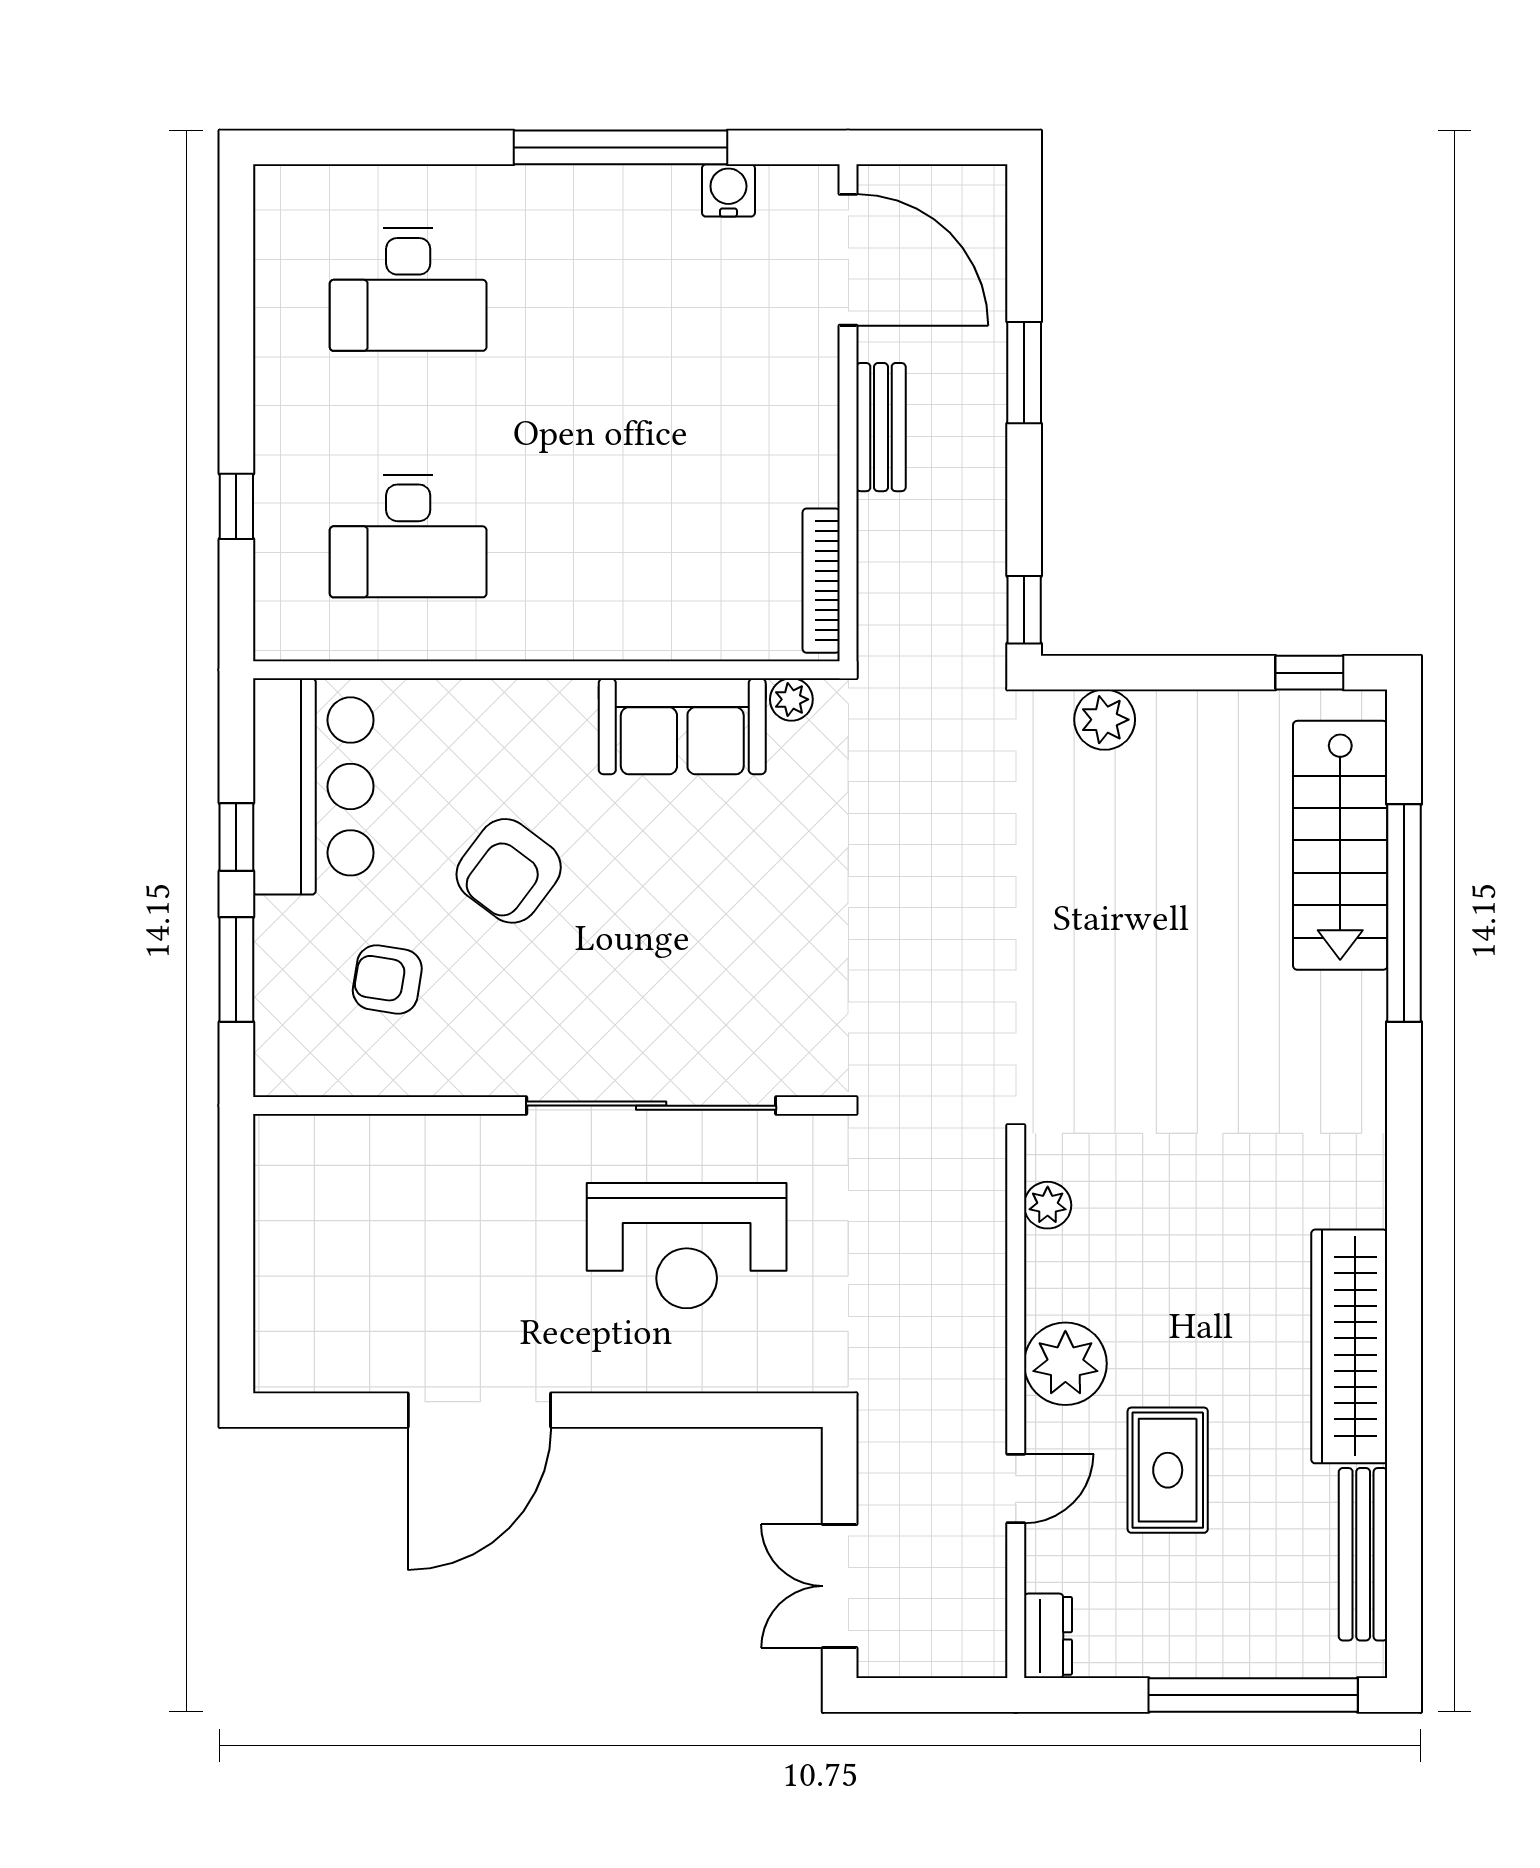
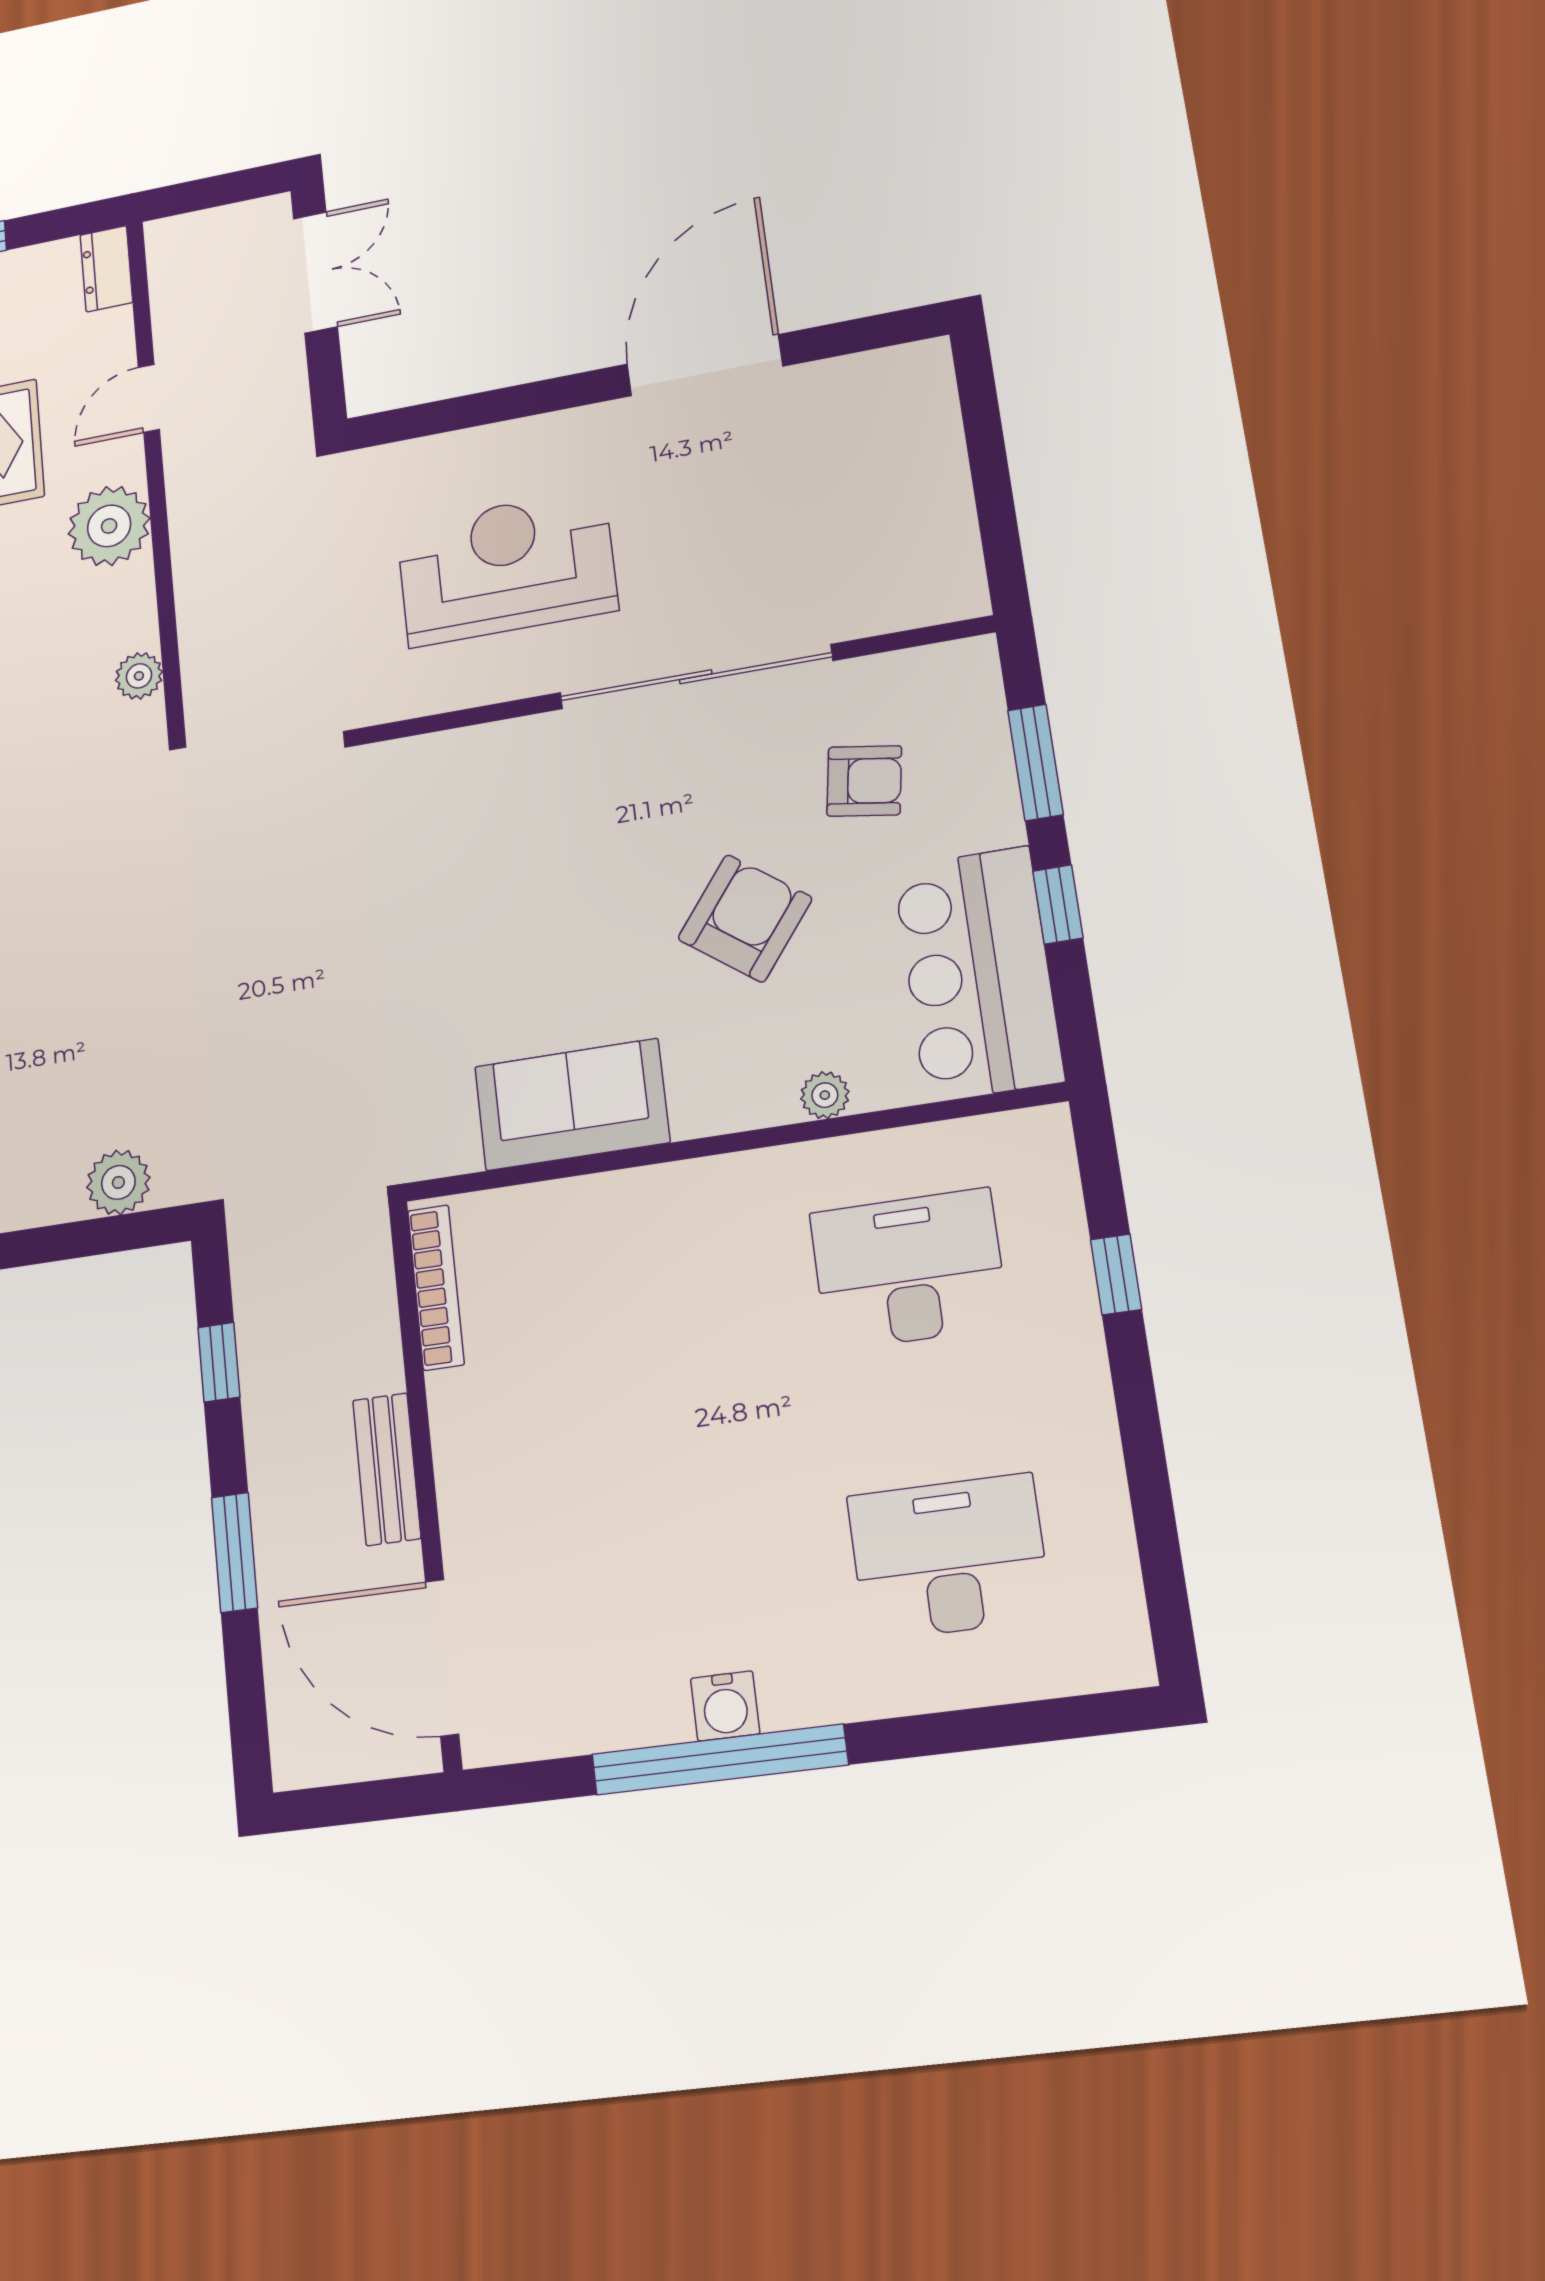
water cooler: (728, 190) -> (725, 1706), moved
window: (1024, 610) -> (219, 1362), moved
plant: (791, 699) -> (825, 1095), moved
sliding door: (651, 1106) -> (696, 677), moved

